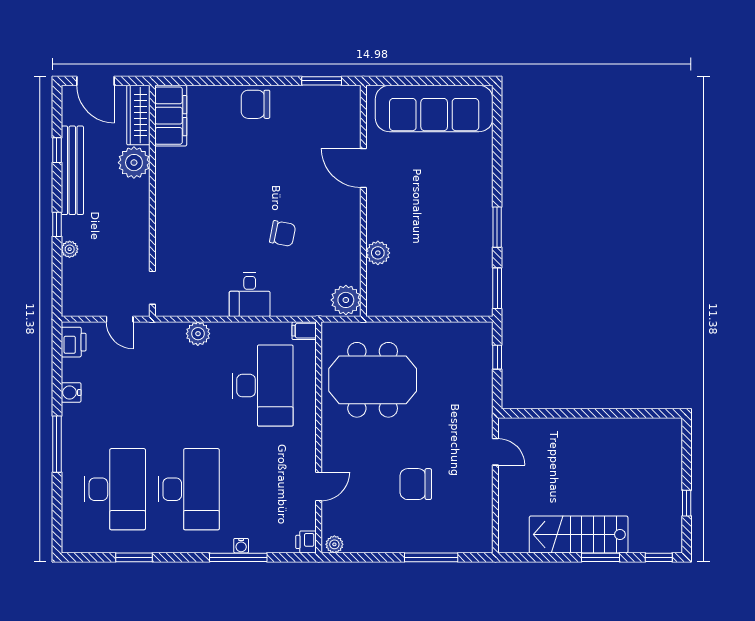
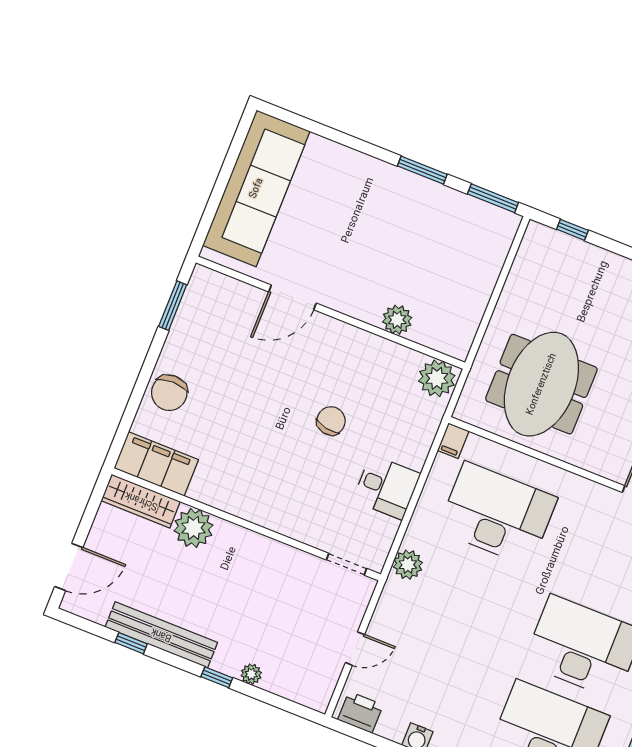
wardrobe: (138, 115) -> (141, 501), moved
filing cabinet: (171, 116) -> (156, 464), moved
plant: (134, 163) -> (193, 528), moved
wall: (152, 201) -> (246, 524), moved
doorway: (152, 288) -> (346, 564), moved

